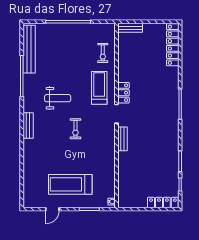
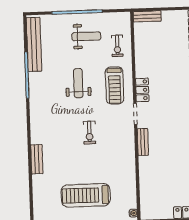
weight bench: (76, 44) -> (86, 36), added
treadmill: (99, 88) -> (115, 85), turned 180
weight bench: (58, 98) -> (78, 83), moved, turned -90
bench: (28, 126) -> (37, 159), moved

